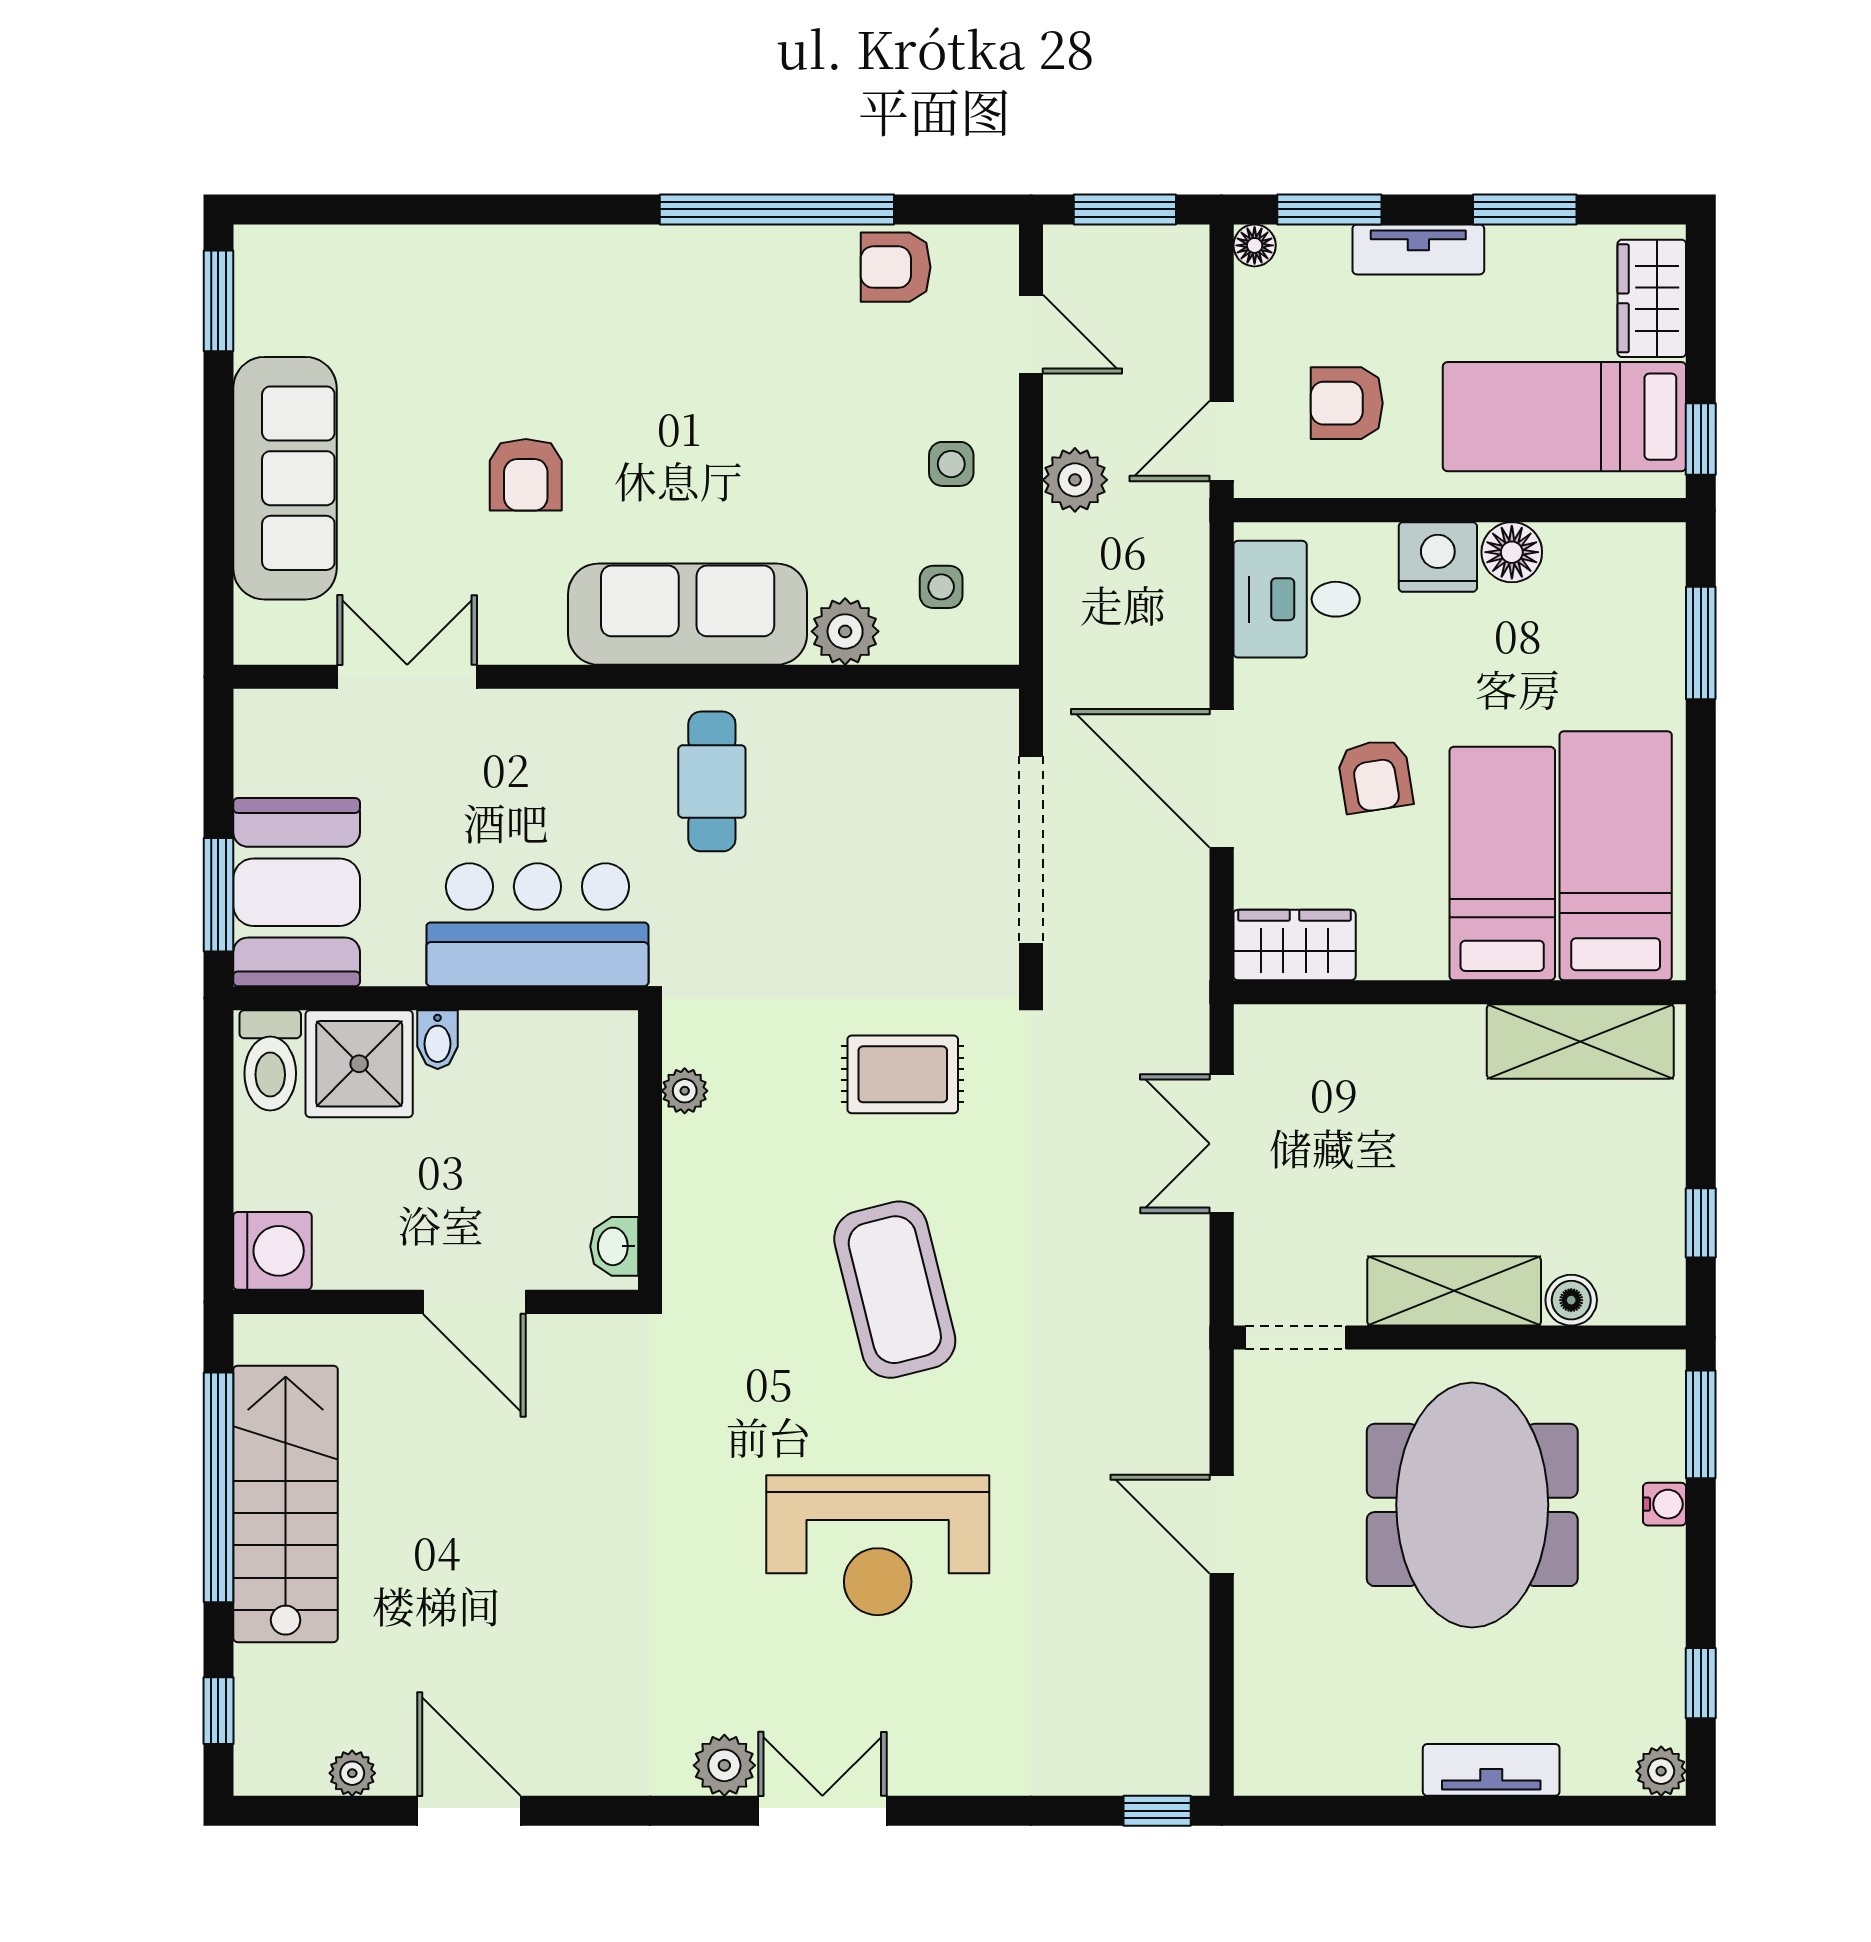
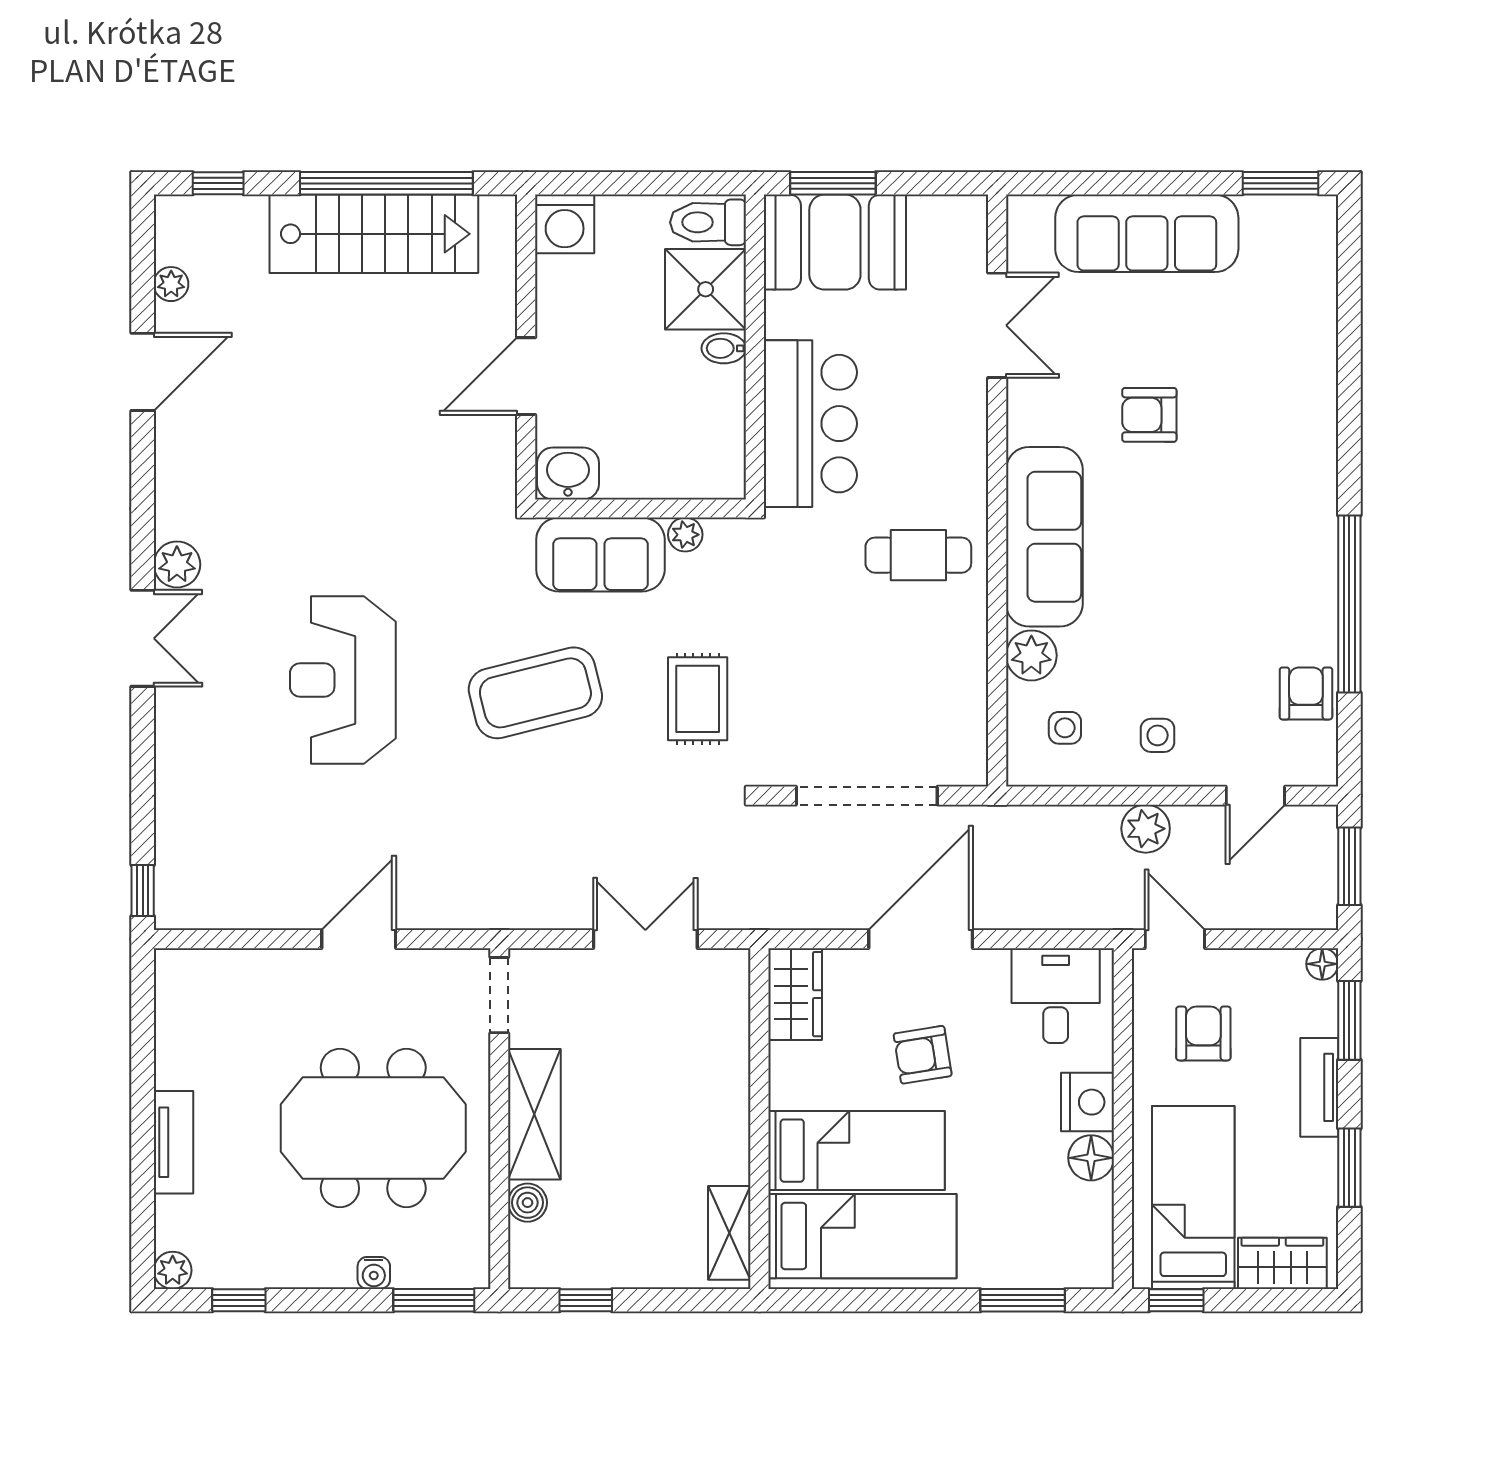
shelving: (1580, 1042) -> (729, 1233), width x0.67, depth x0.75
sofa: (711, 1203) -> (600, 555), added
washbasin: (614, 1246) -> (568, 473), width x1.38, depth x1.45

